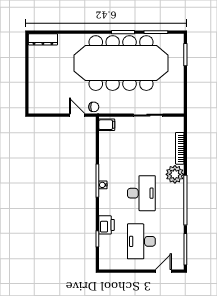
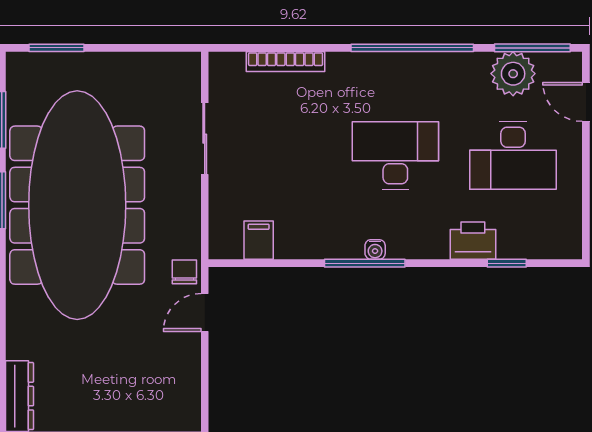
filing cabinet: (107, 125) -> (259, 240), moved
plant: (175, 174) -> (513, 74), moved

